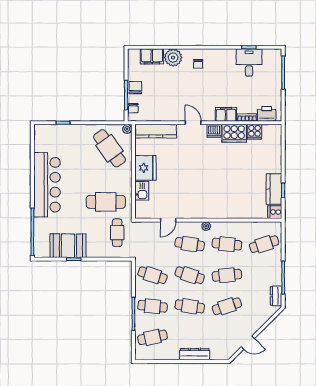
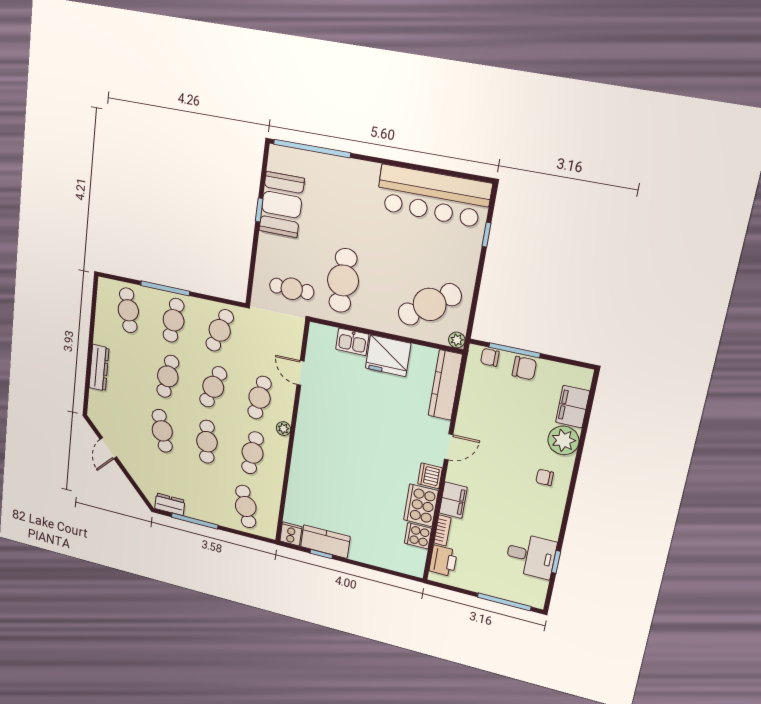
bar counter: (47, 185) -> (433, 196), moved

